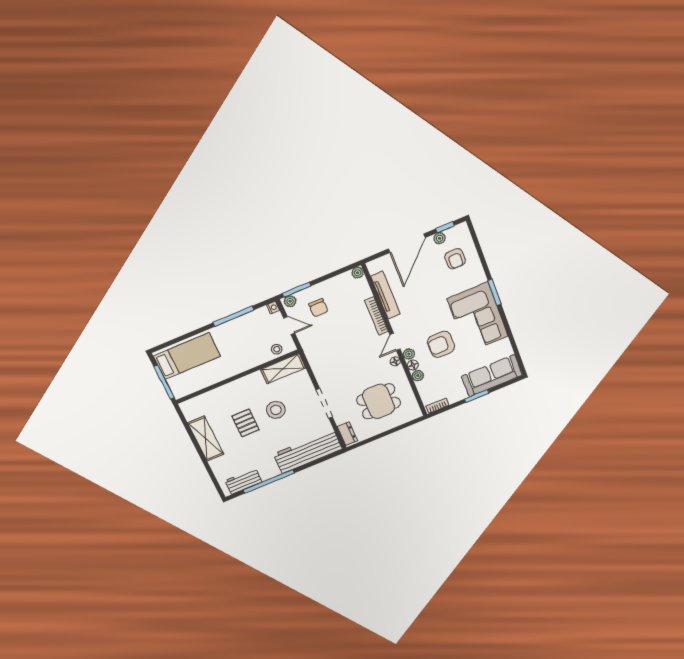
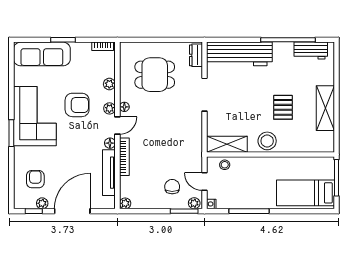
floor lamp: (413, 365) -> (110, 143), moved
stool: (276, 410) -> (267, 141), moved

